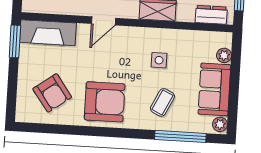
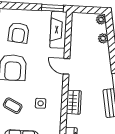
armchair: (52, 93) -> (19, 33), turned -49

